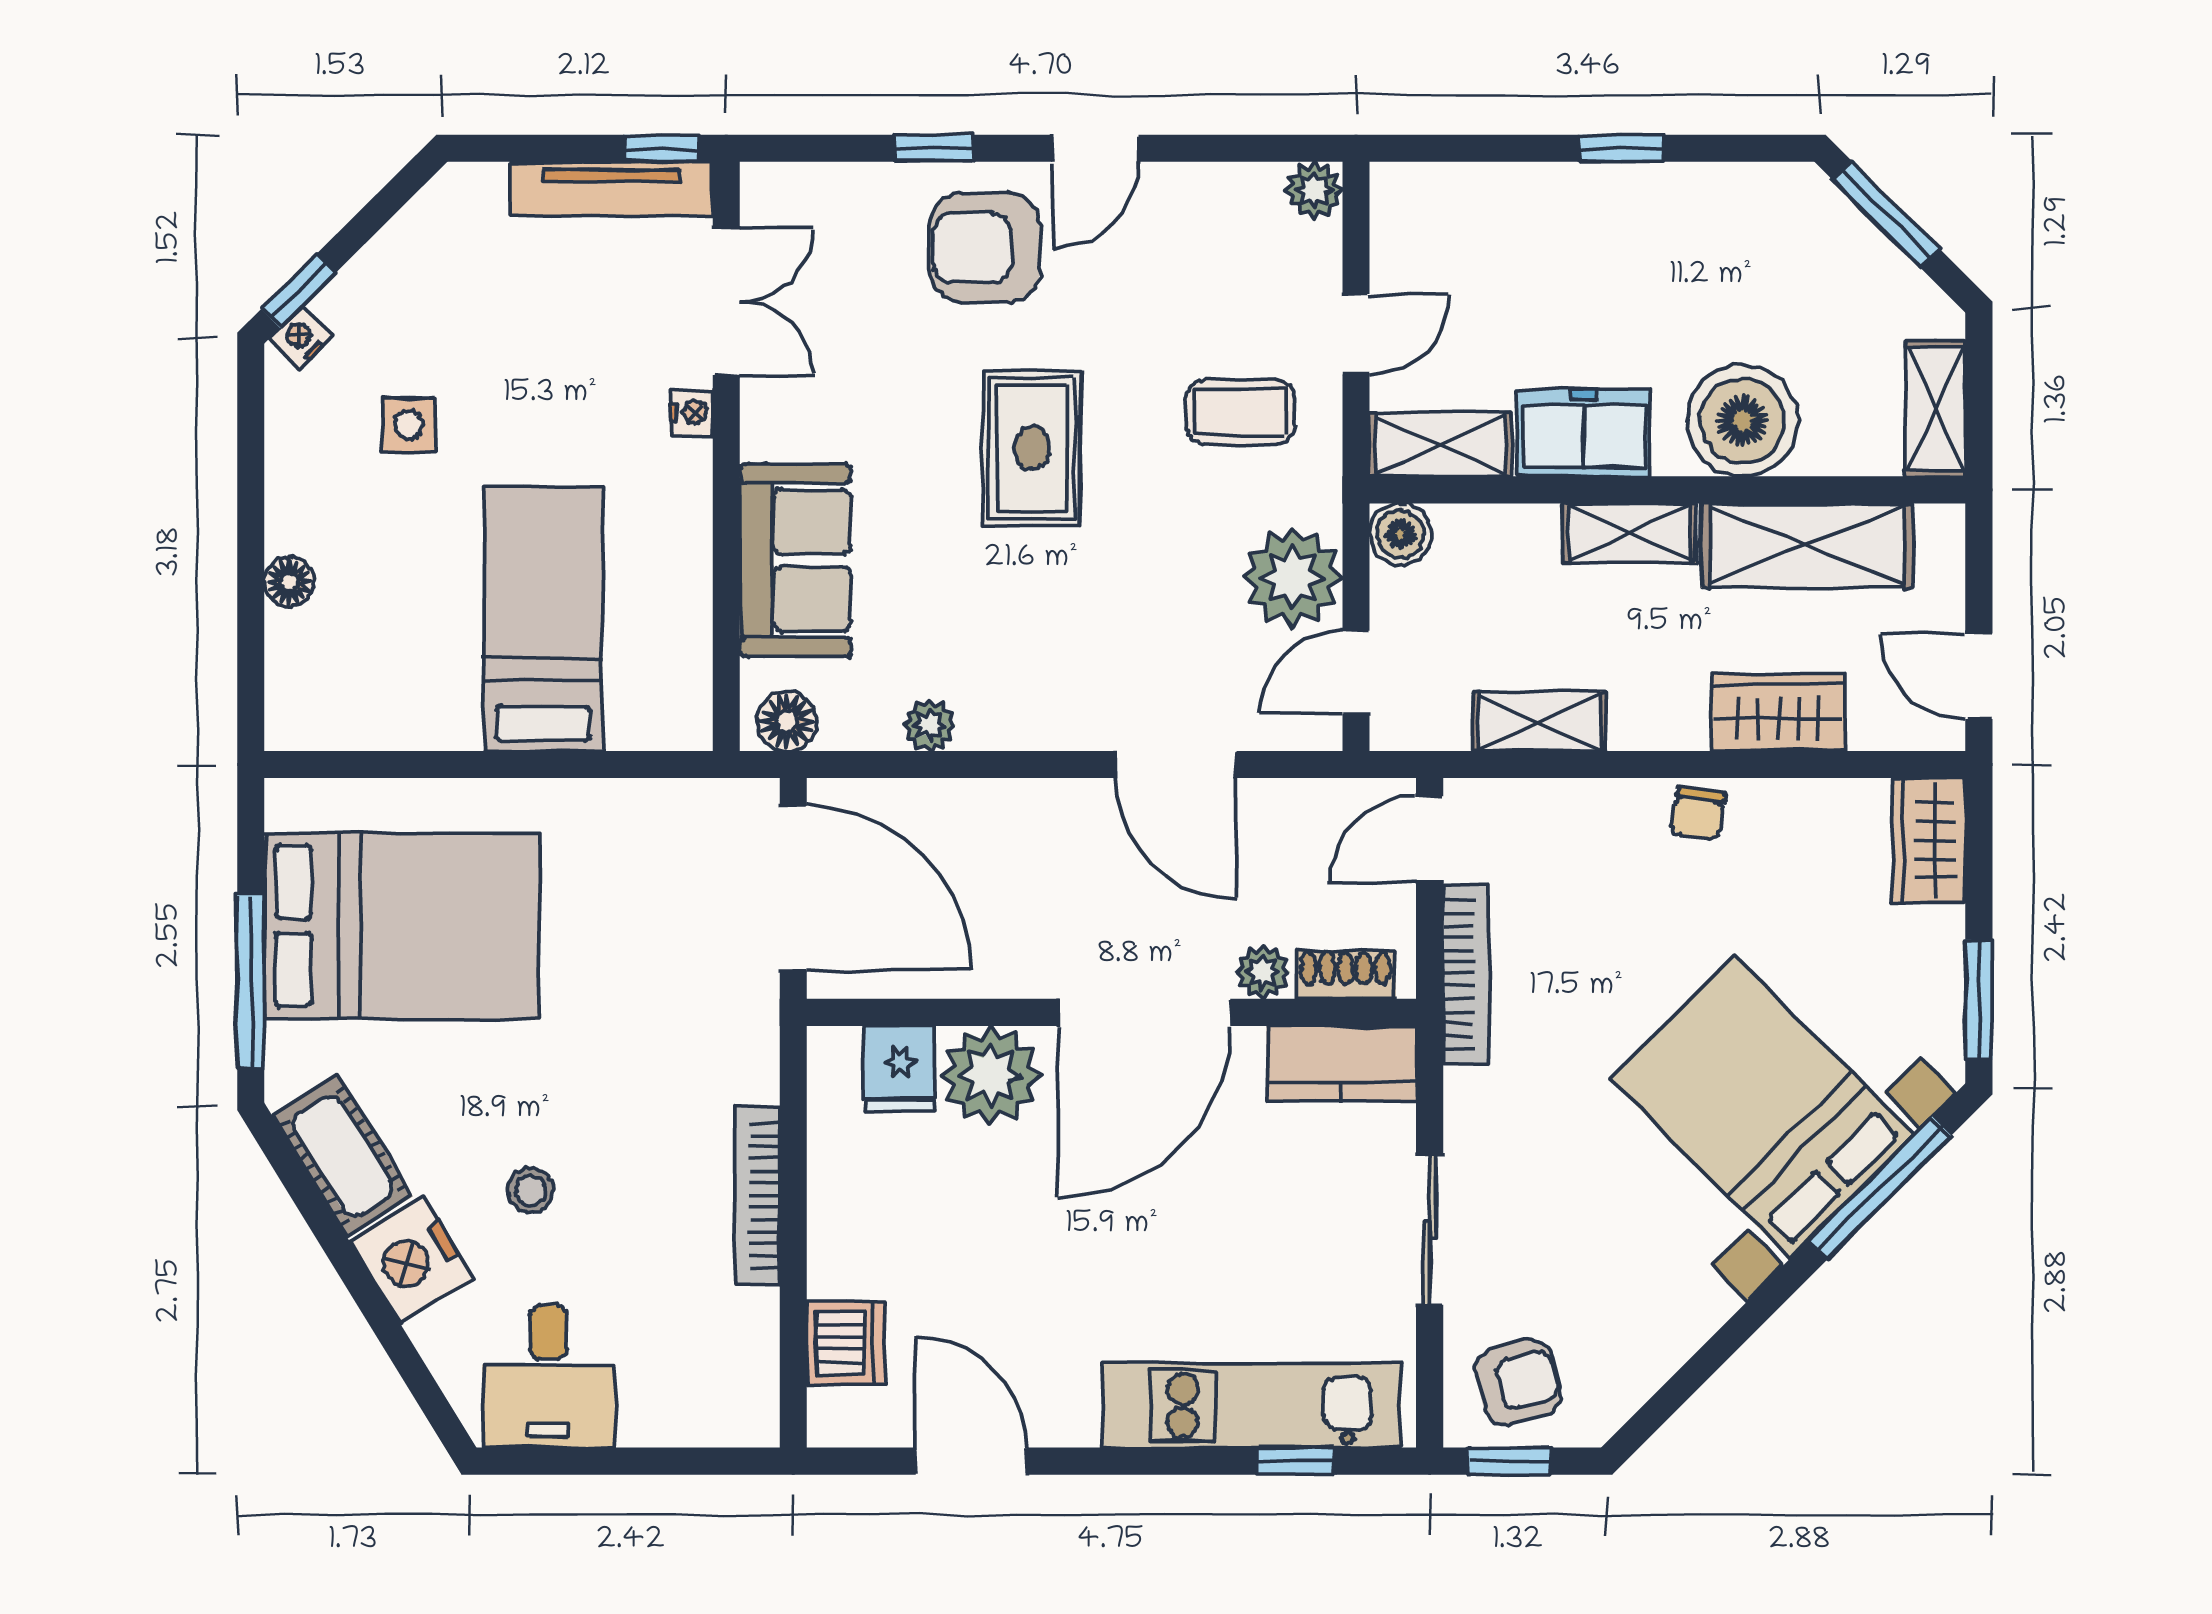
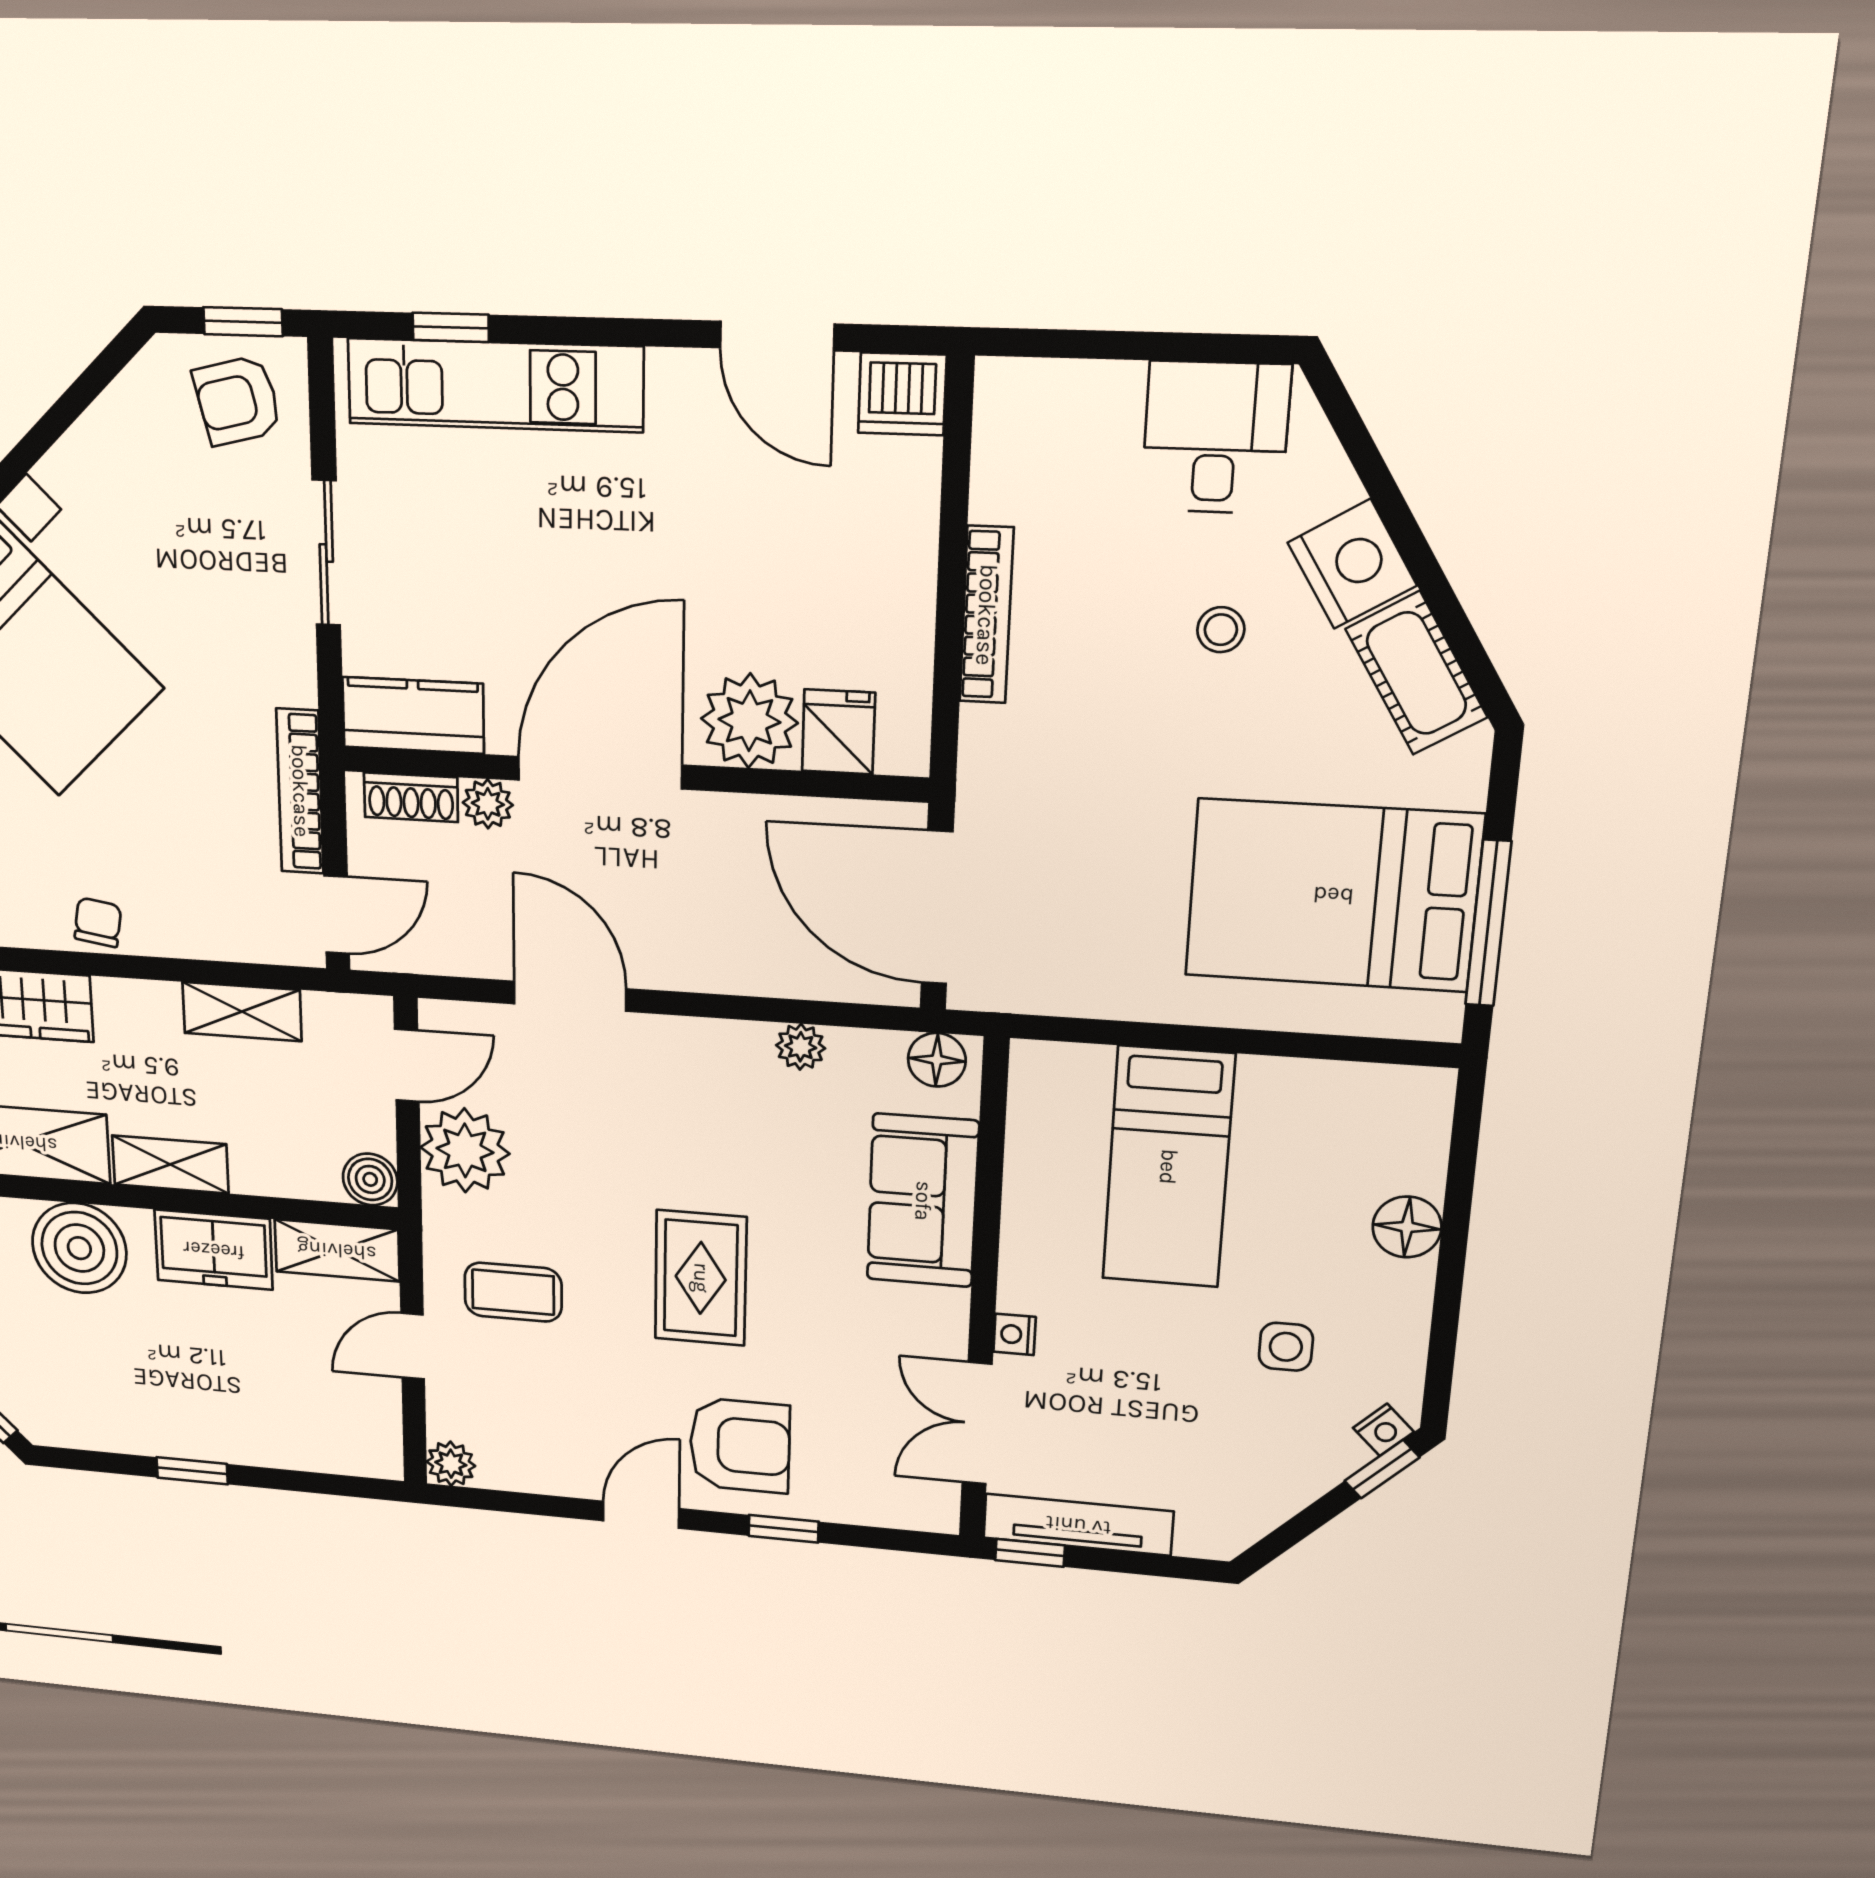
floor lamp: (289, 582) -> (1407, 1227), width x1.37, depth x1.37
window: (251, 981) -> (1488, 923), moved
dishwasher: (845, 1343) -> (902, 394), moved, turned -90

